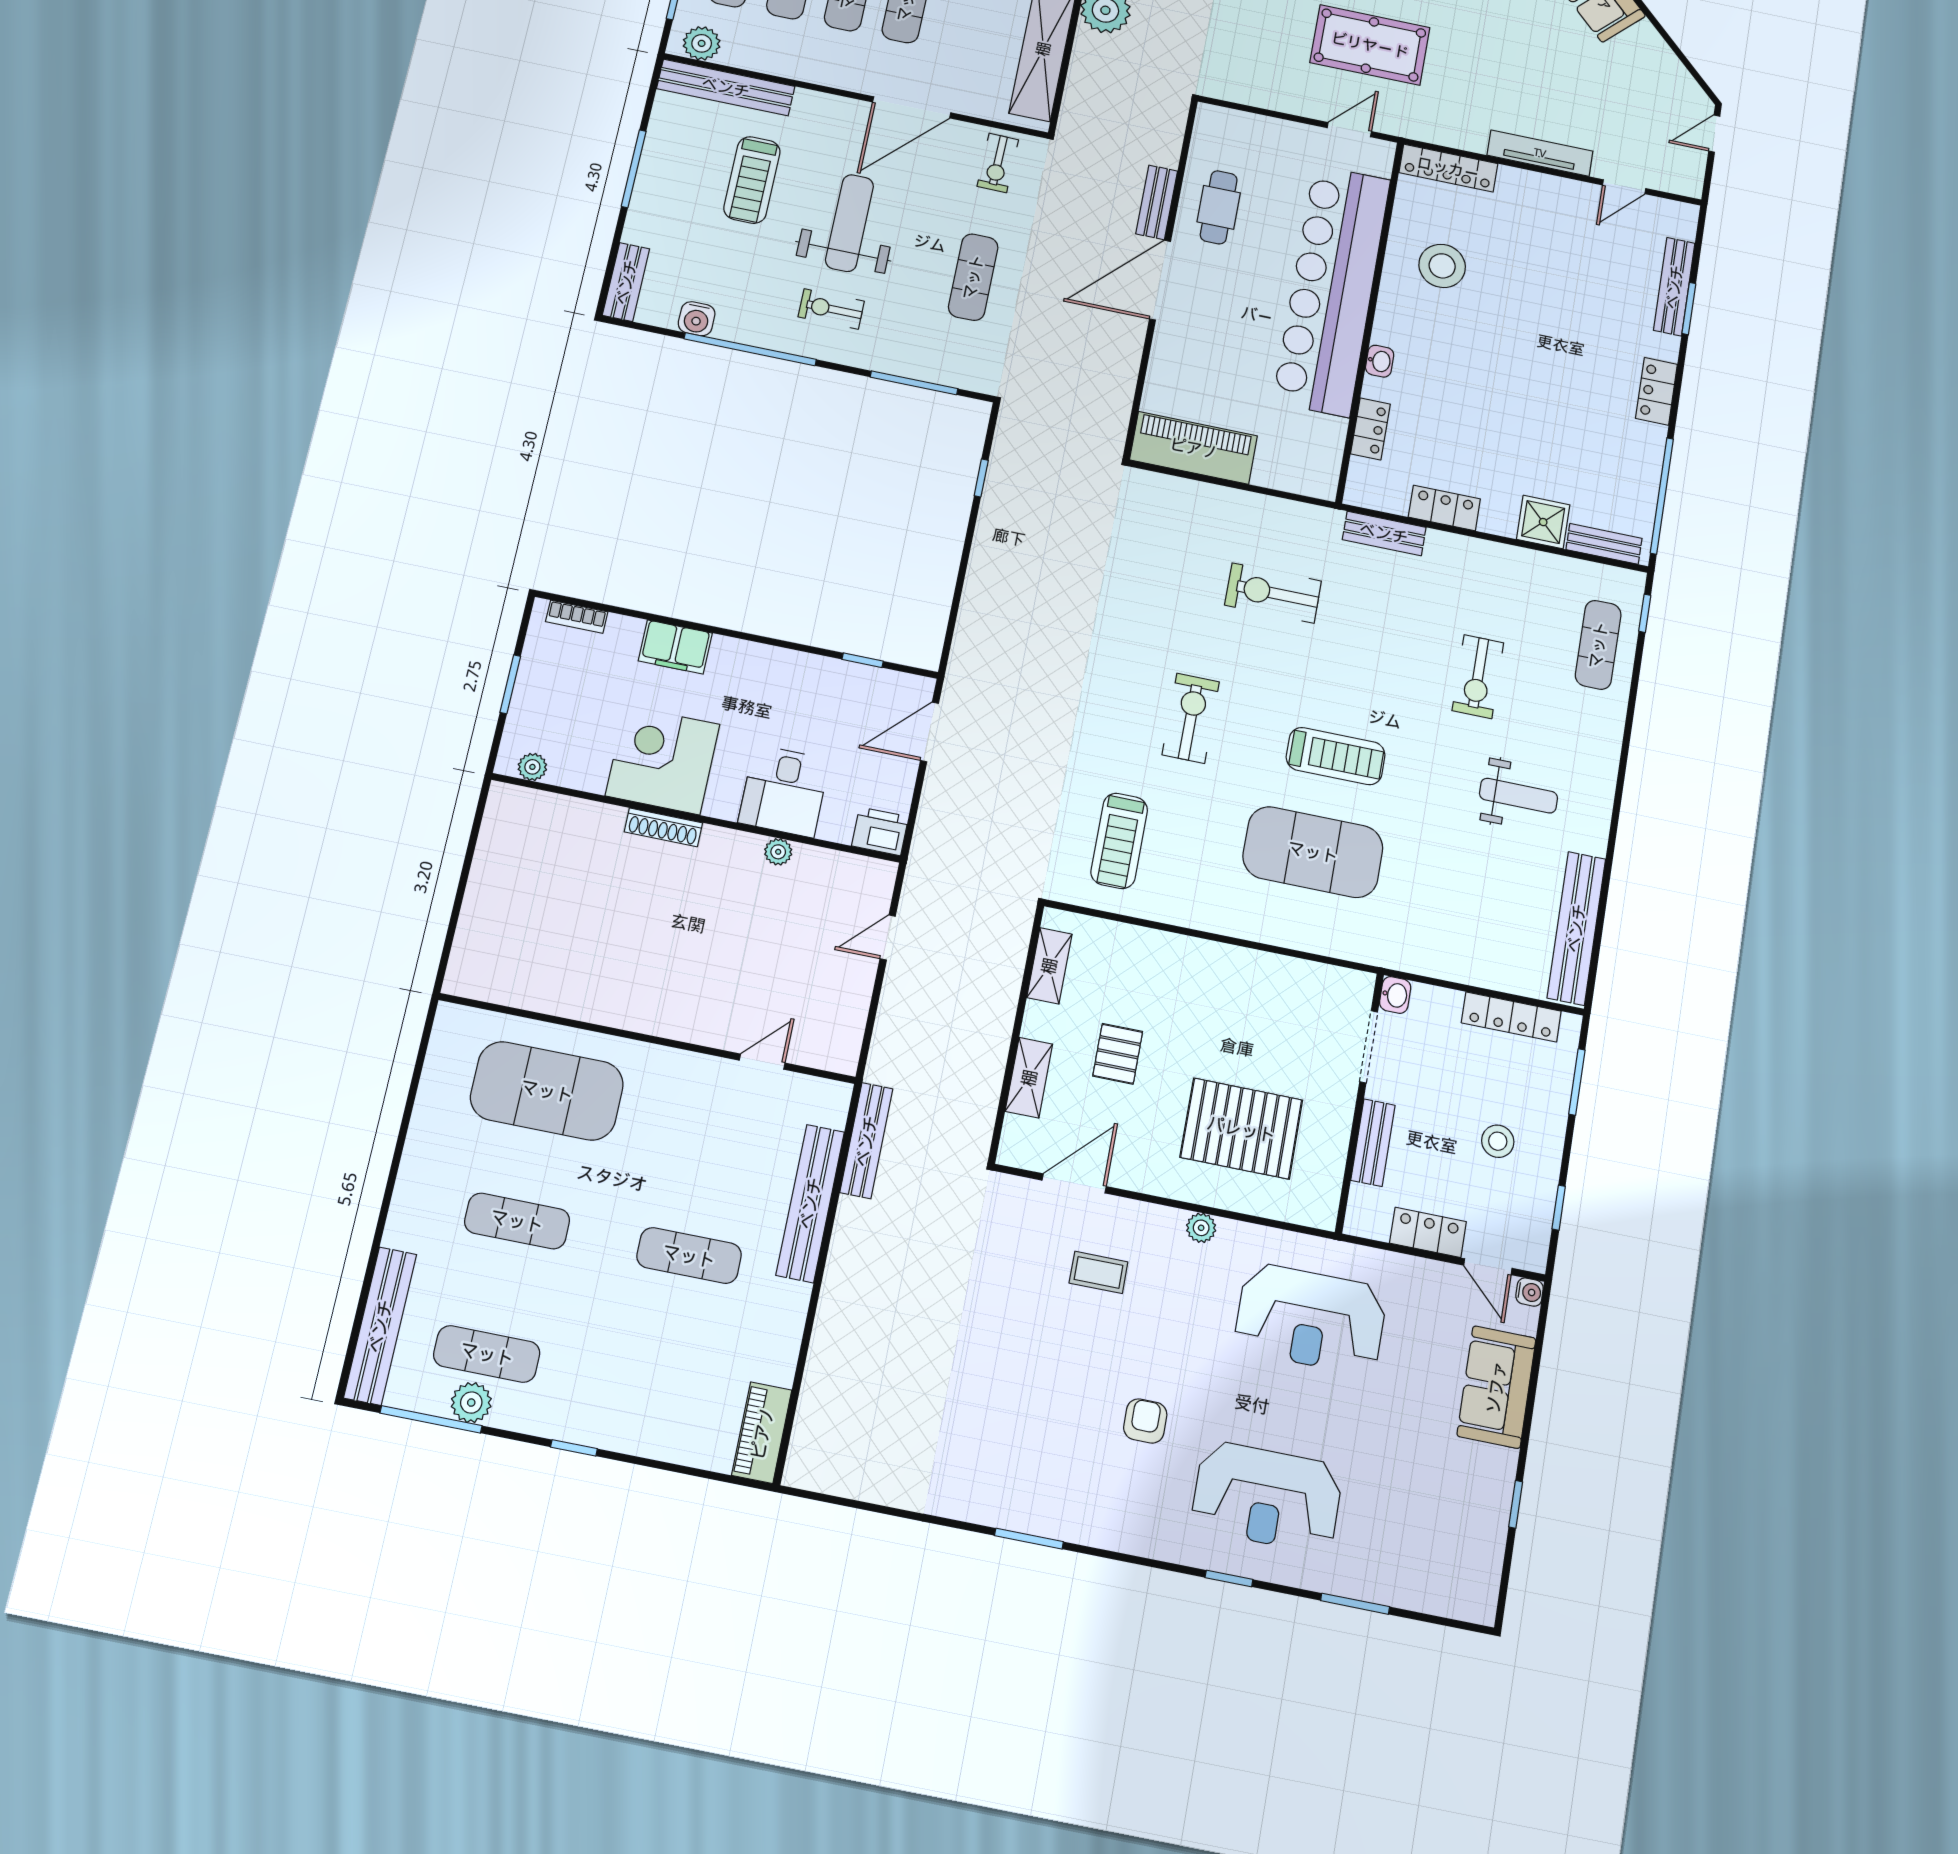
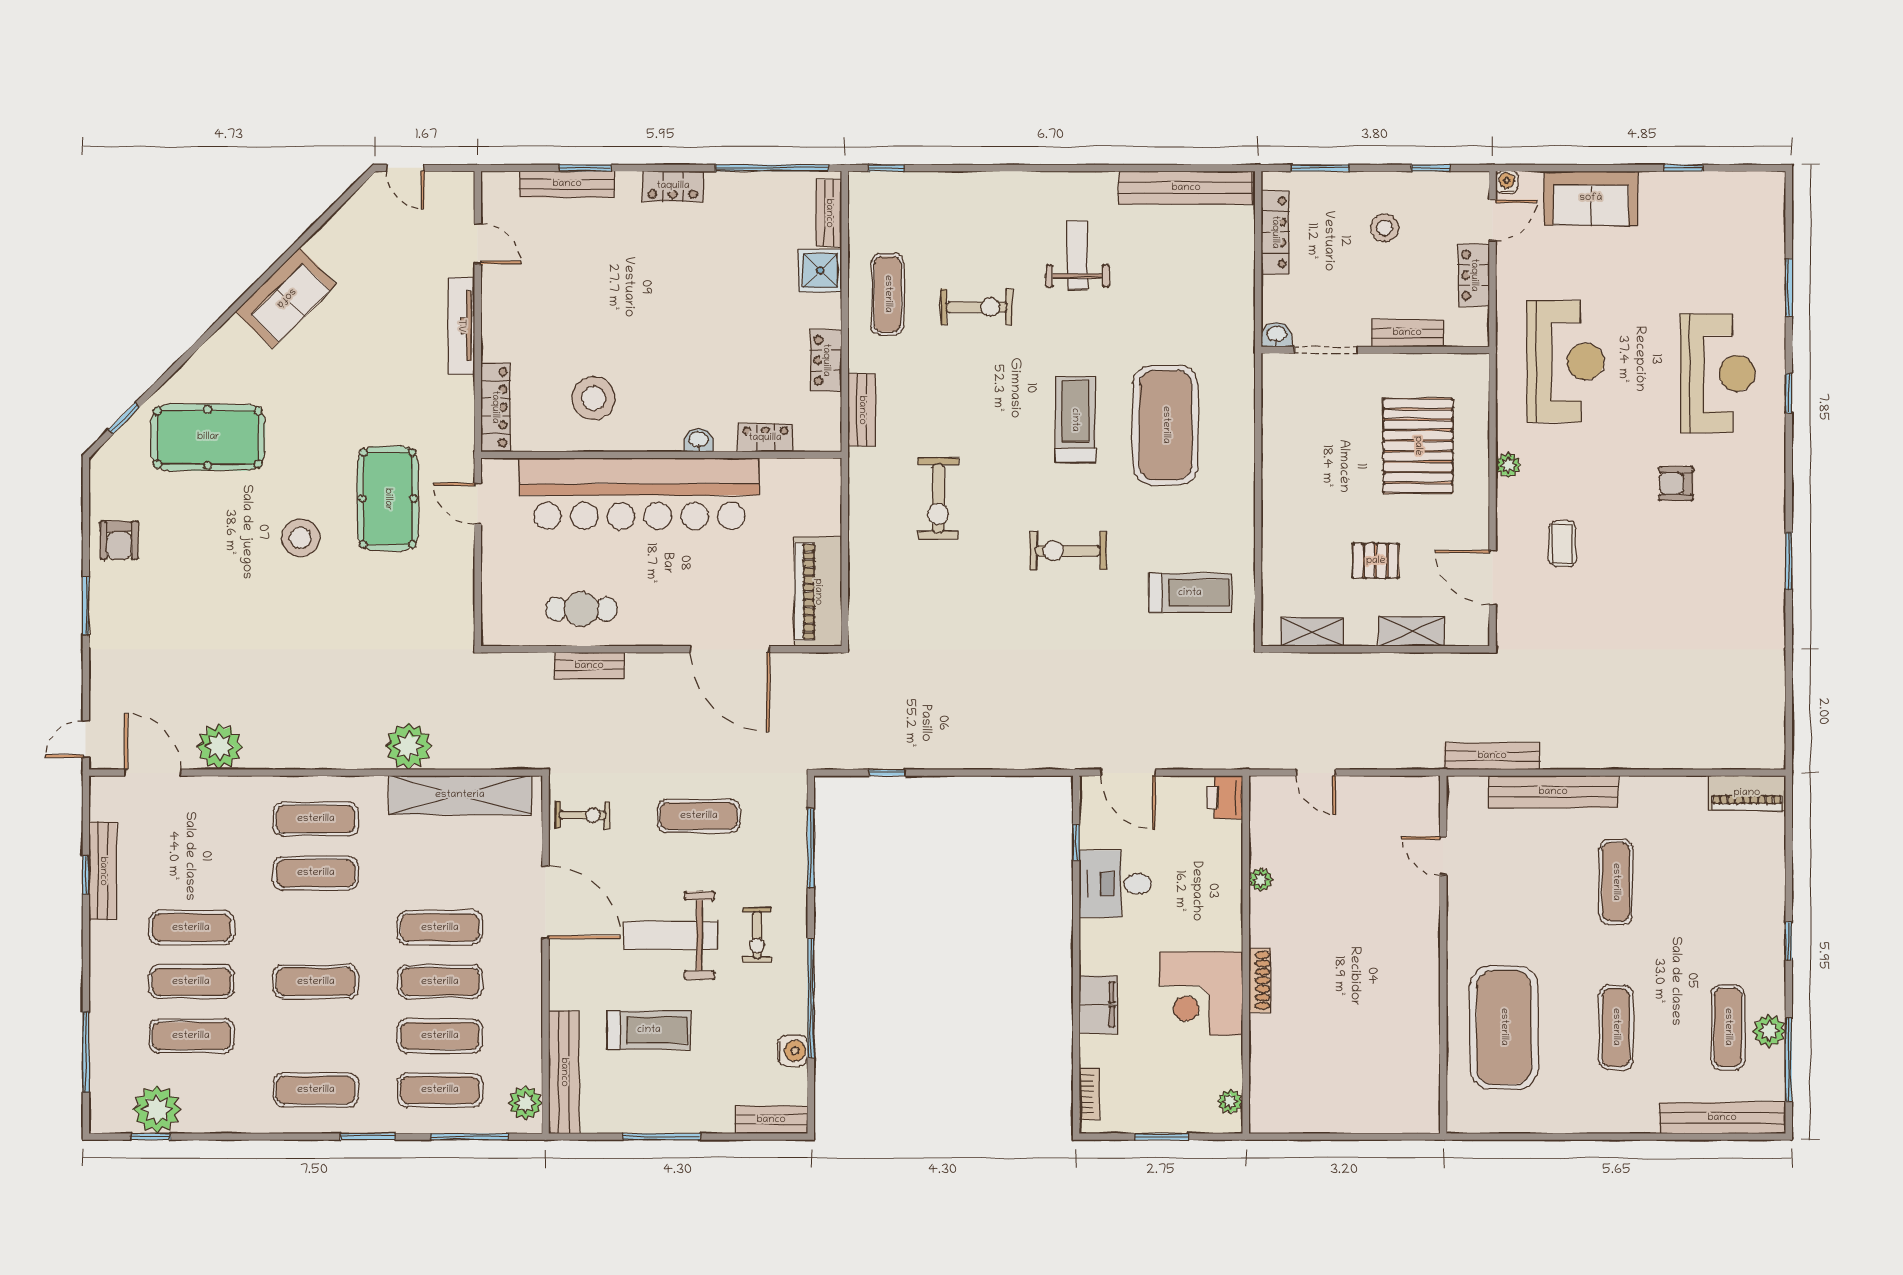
door: (1160, 280) -> (730, 649), moved
exercise mat: (1598, 645) -> (888, 294), moved, turned 90
desk: (784, 791) -> (1115, 884), moved, turned 180

